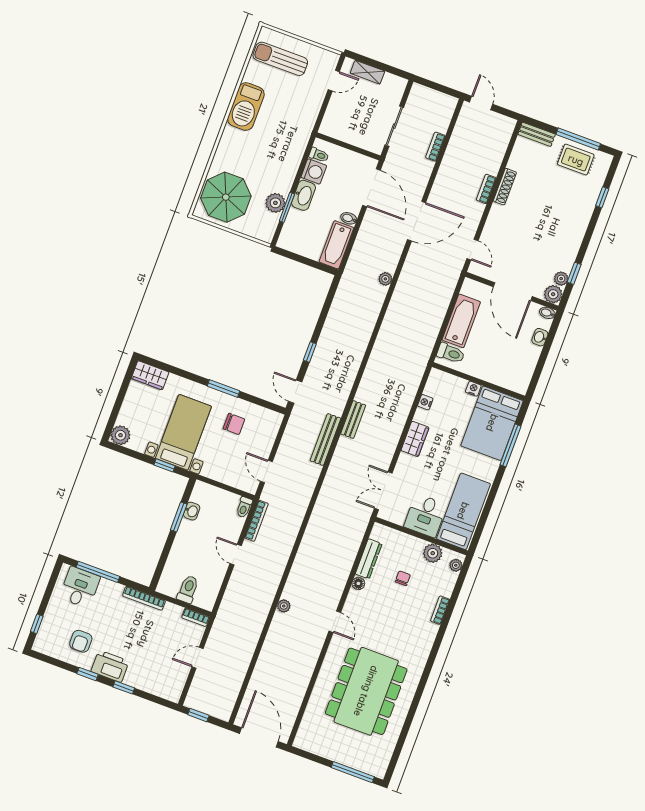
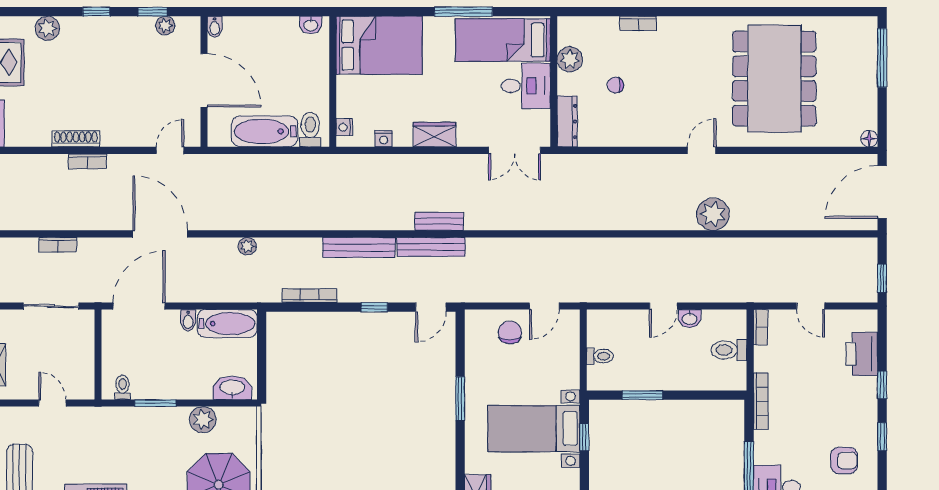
door: (334, 81) -> (52, 403), moved
washing machine: (314, 171) -> (145, 386), removed
washbasin: (303, 195) -> (232, 388), moved
window: (602, 197) -> (96, 12), moved
window: (287, 207) -> (155, 403), moved
door: (513, 292) -> (204, 80), hinge flipped
plant: (553, 294) -> (47, 28), moved
washbasin: (540, 337) -> (311, 25), moved
bench: (356, 357) -> (359, 247), added
nightstand: (473, 389) -> (344, 127), moved
chair: (234, 424) -> (510, 332), moved
bench: (325, 440) -> (431, 247), moved
window: (510, 445) -> (463, 12), moved
toilet: (244, 507) -> (600, 356), moved
washbasin: (192, 511) -> (690, 319), moved, turned 180
bookcase: (257, 521) -> (309, 296), moved
dresser: (369, 559) -> (567, 121), moved, turned 90
plant: (456, 565) -> (574, 25), removed
floor lamp: (358, 583) -> (869, 139), moved
plant: (284, 606) -> (713, 214), width x1.87, depth x1.87
printer: (110, 666) -> (862, 354), moved
dining table: (366, 691) -> (774, 79), turned 90

